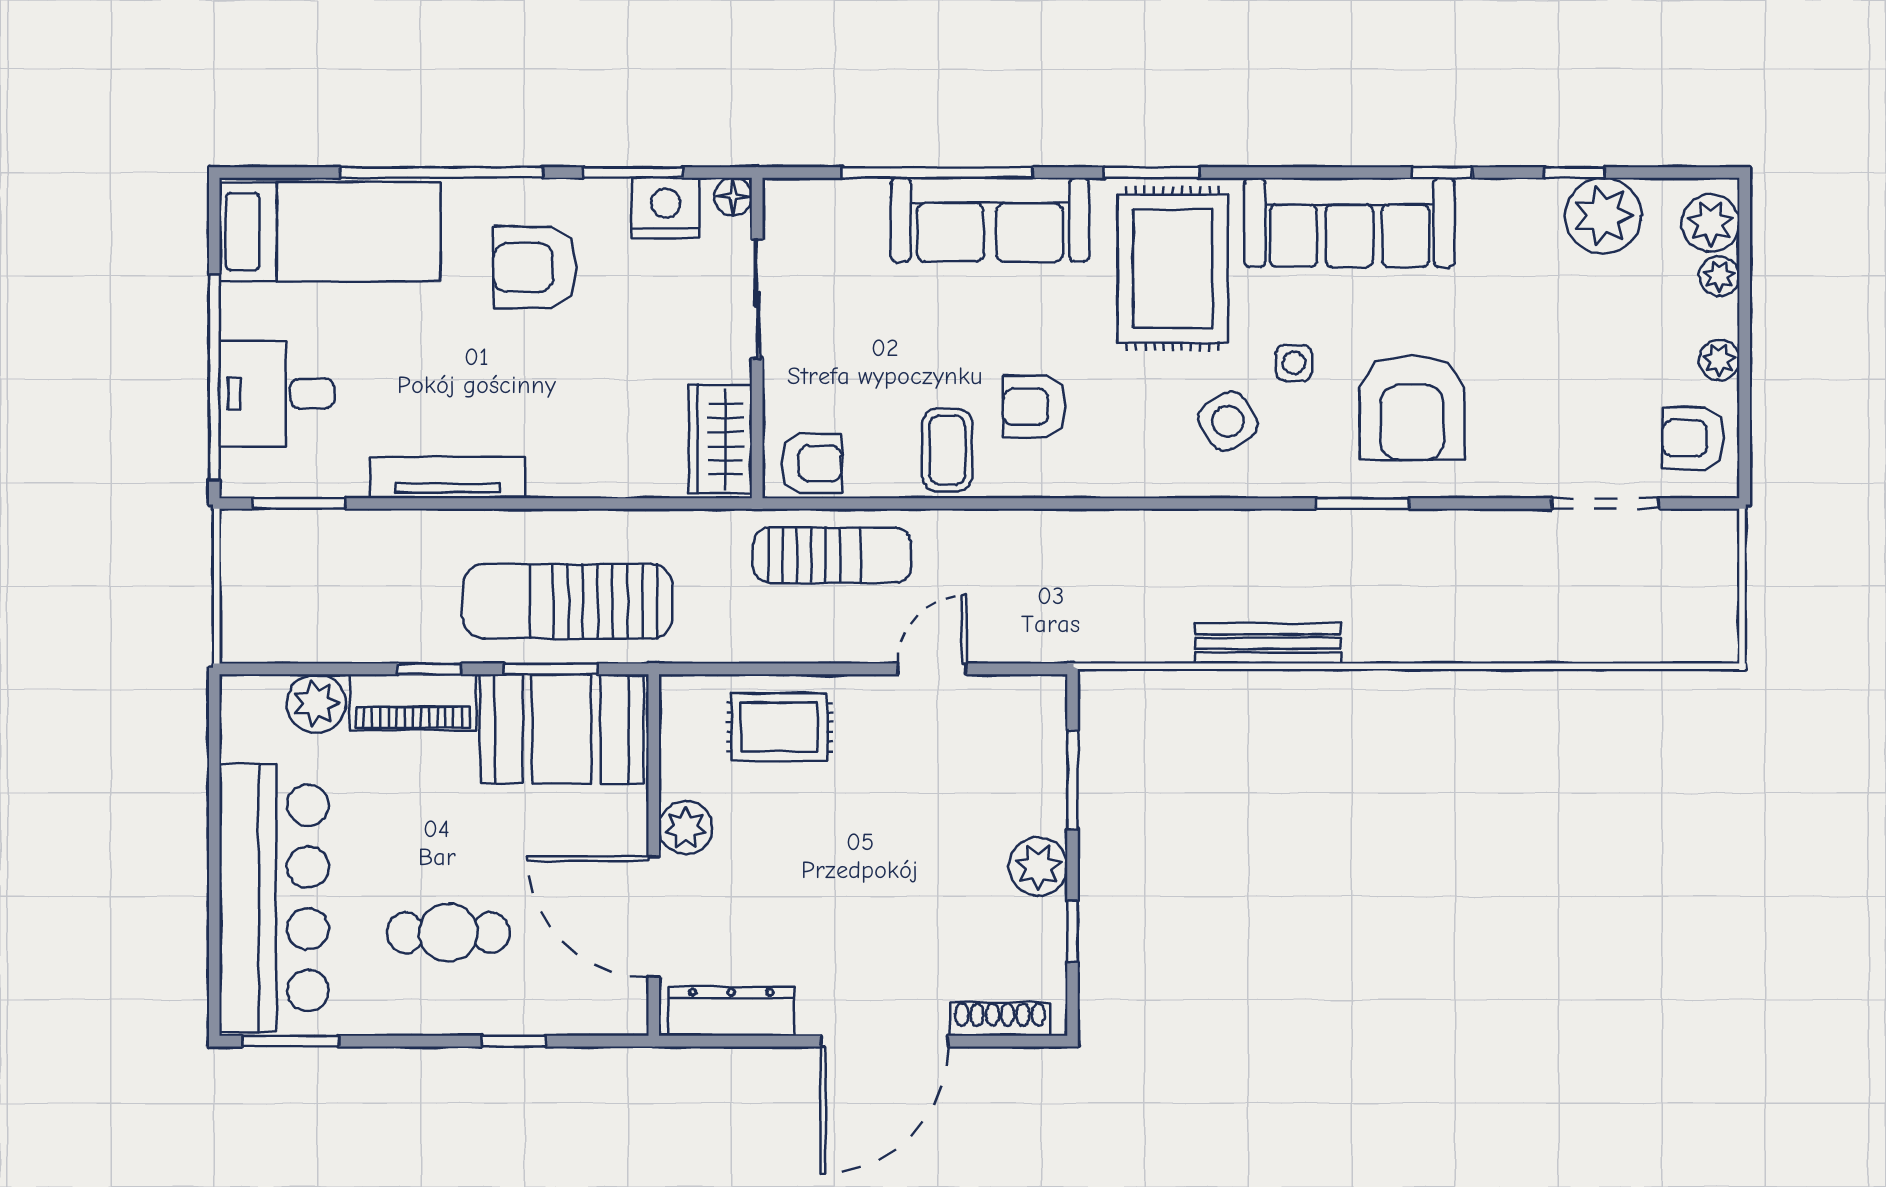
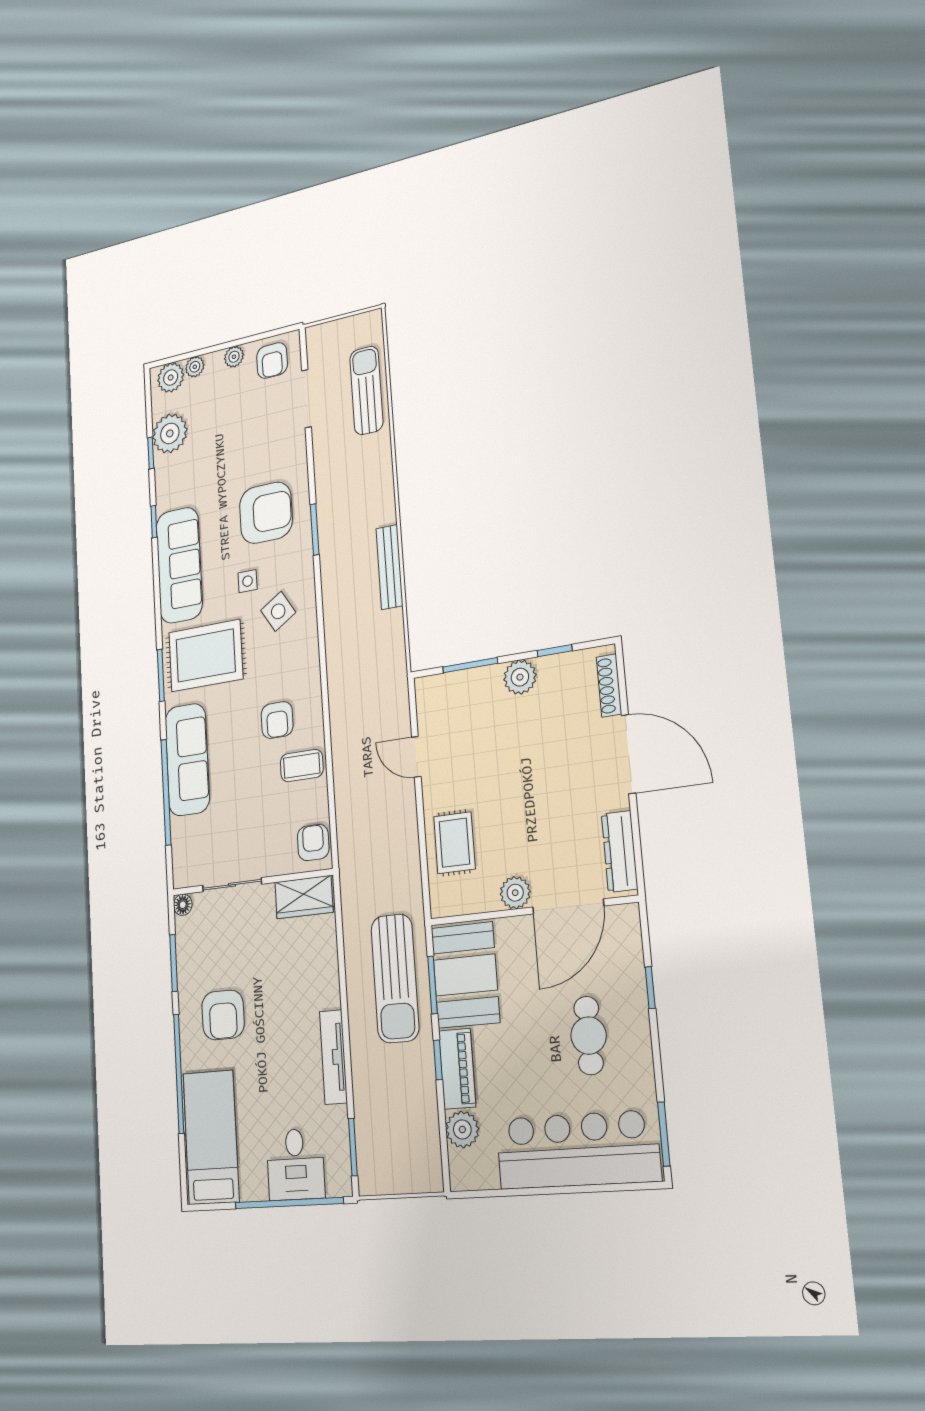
nightstand: (666, 208) -> (190, 942), removed
sun lounger: (832, 555) -> (366, 390), moved

